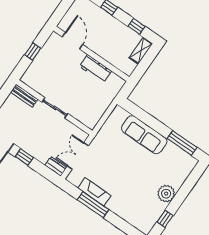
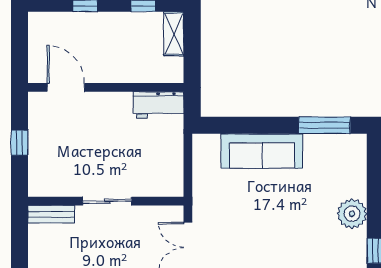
workbench: (95, 69) -> (158, 105), moved

